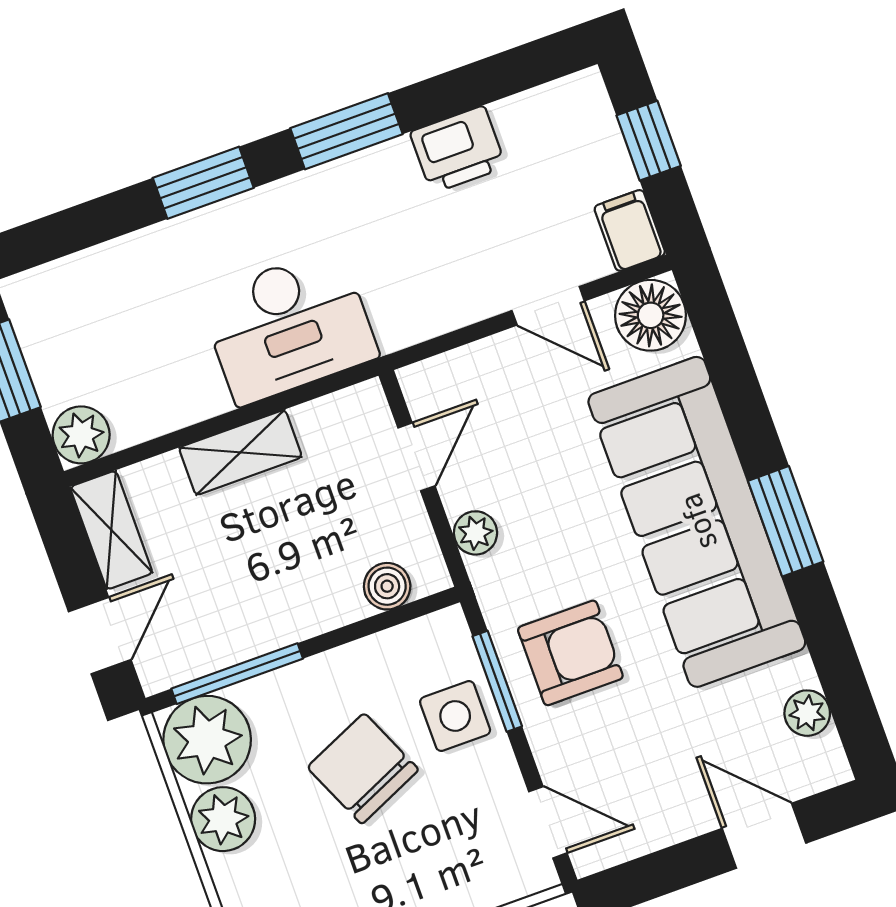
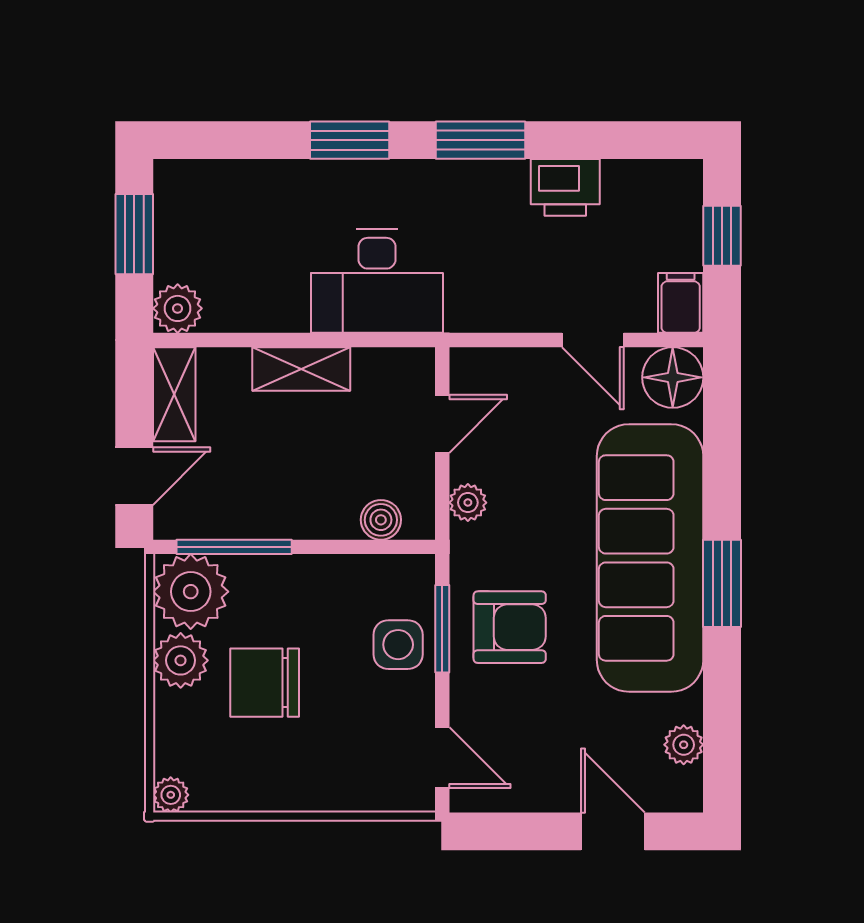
chair: (363, 768) -> (265, 683), moved, turned -66

